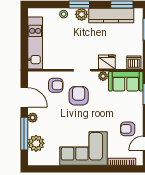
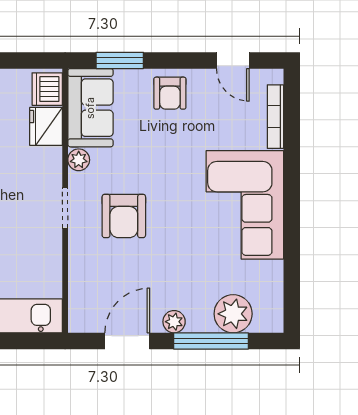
fridge: (107, 62) -> (46, 126), moved
armchair: (56, 85) -> (100, 269), removed
armchair: (79, 96) -> (124, 216), turned -90
armchair: (128, 129) -> (170, 93), moved

